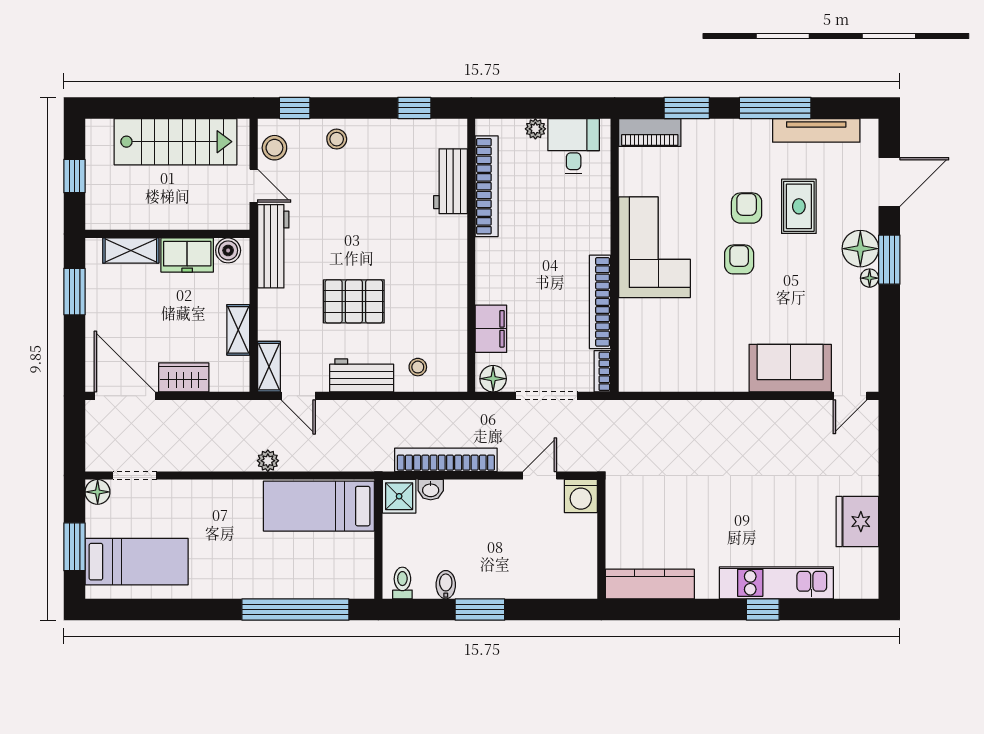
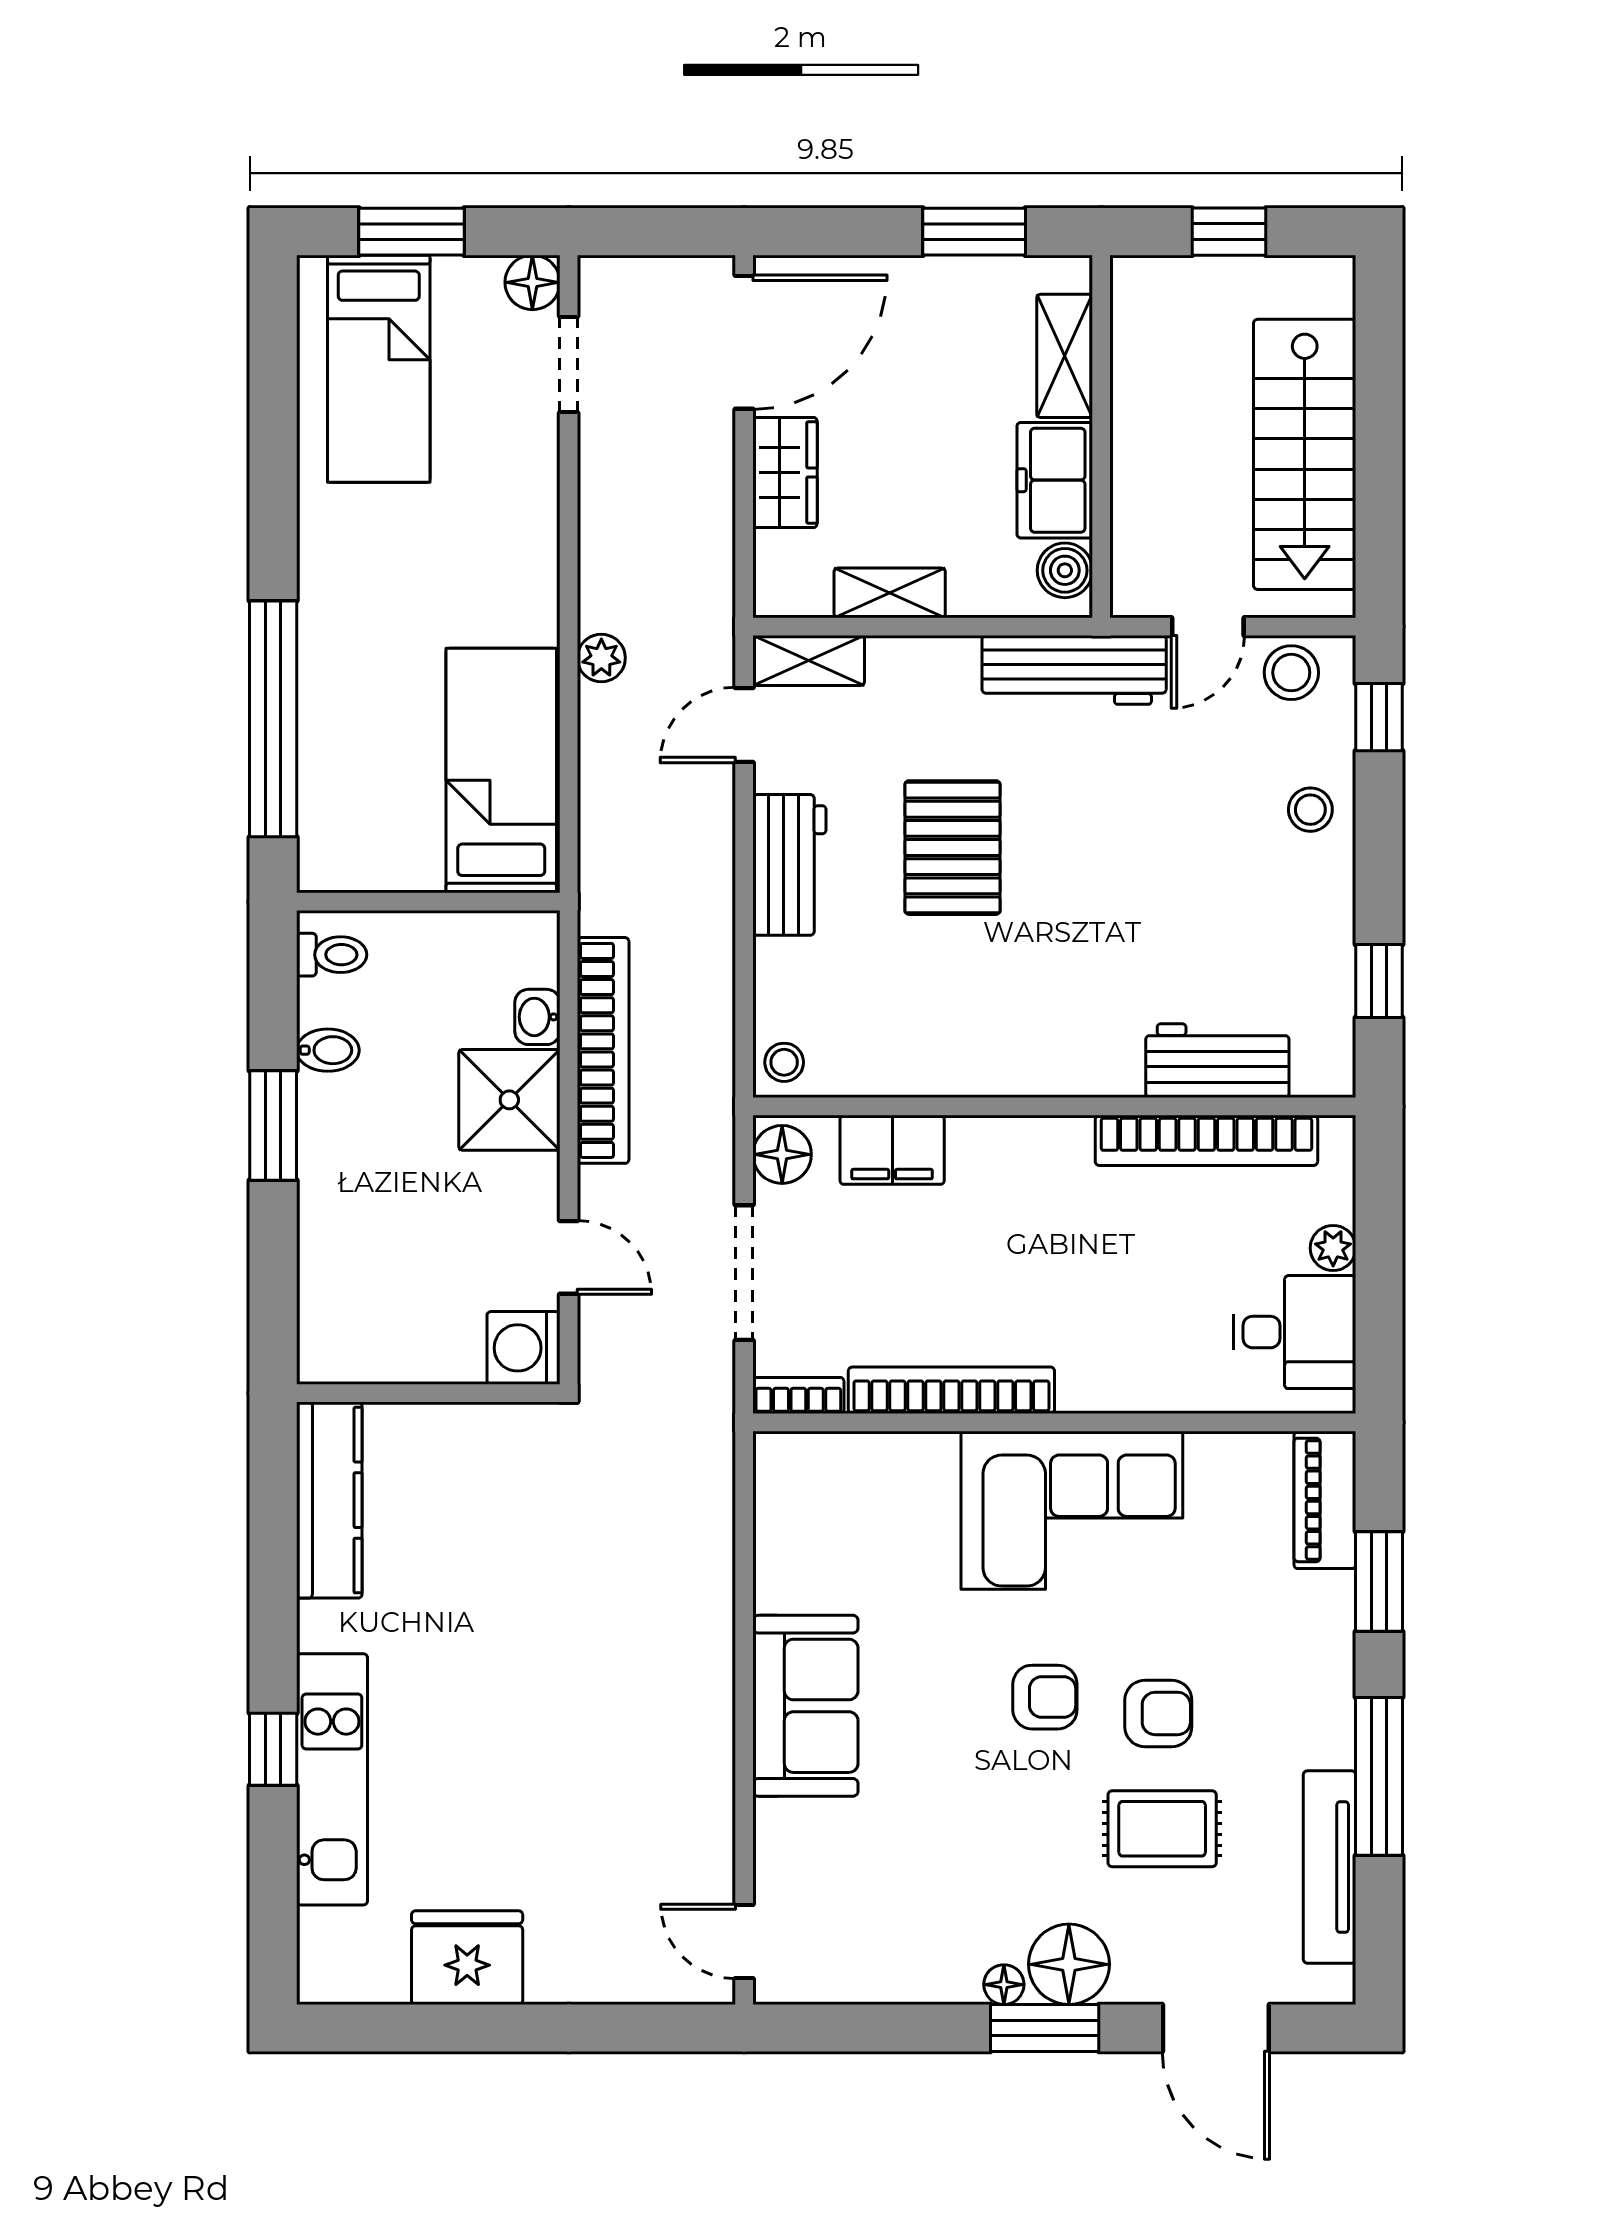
stool: (418, 367) -> (784, 1062), moved
sofa: (790, 368) -> (805, 1706), moved
shower: (399, 496) -> (509, 1100), moved, width x1.36, depth x1.36

